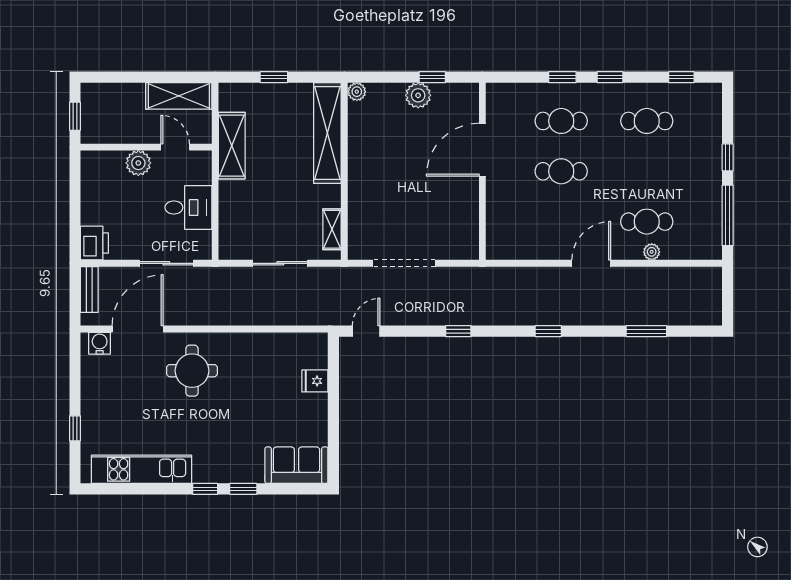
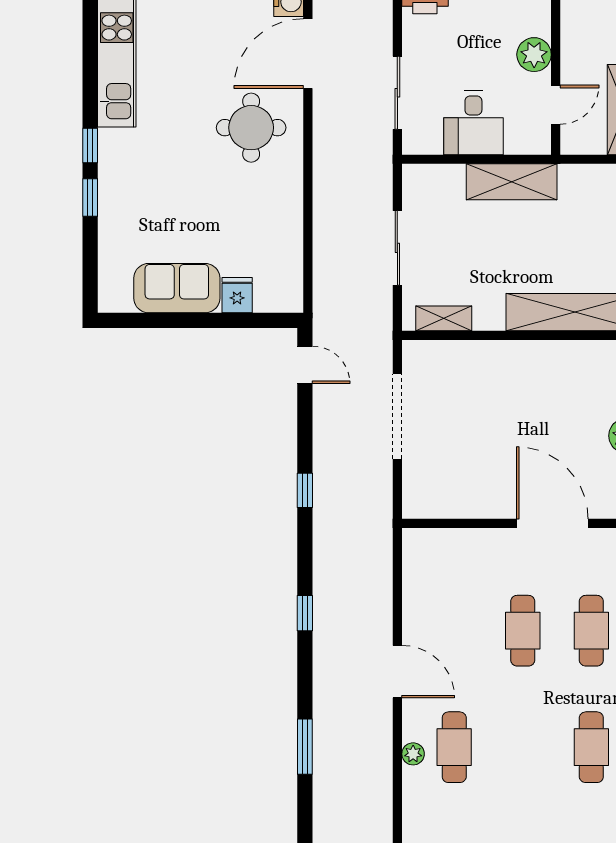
shelving: (232, 146) -> (512, 182), moved
door: (138, 329) -> (308, 54), swing flipped
sofa: (296, 465) -> (177, 288), moved, turned -90

